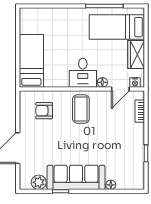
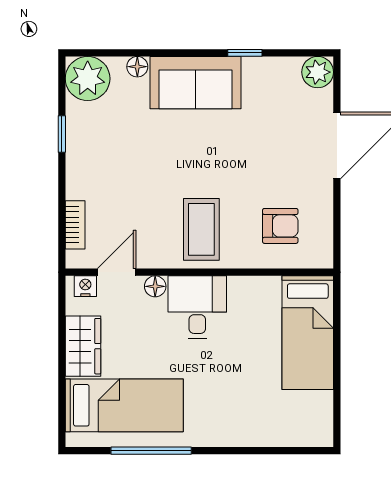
sofa: (76, 177) -> (196, 83), width x0.73
plant: (134, 179) -> (88, 79), added
plant: (39, 182) -> (318, 72), moved

